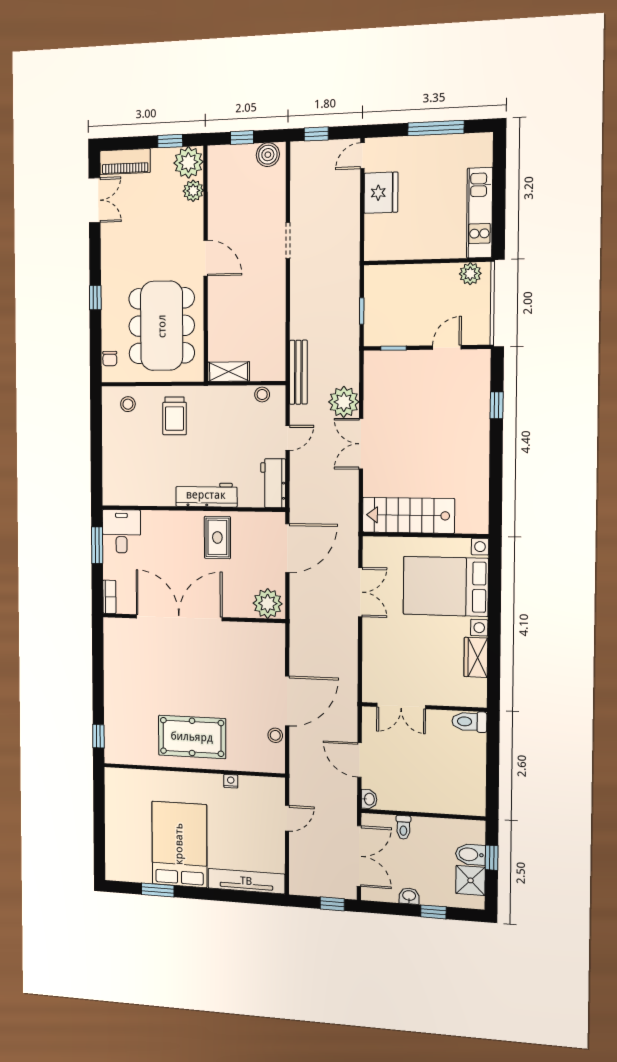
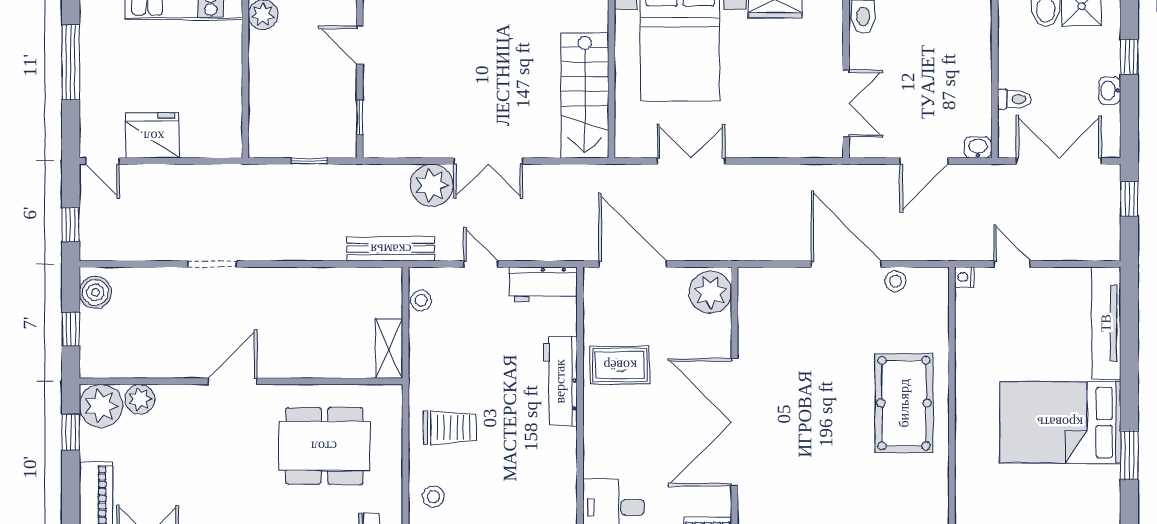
dining table: (162, 326) -> (324, 446), width x0.73, depth x0.80
nightstand: (231, 781) -> (964, 277), moved

